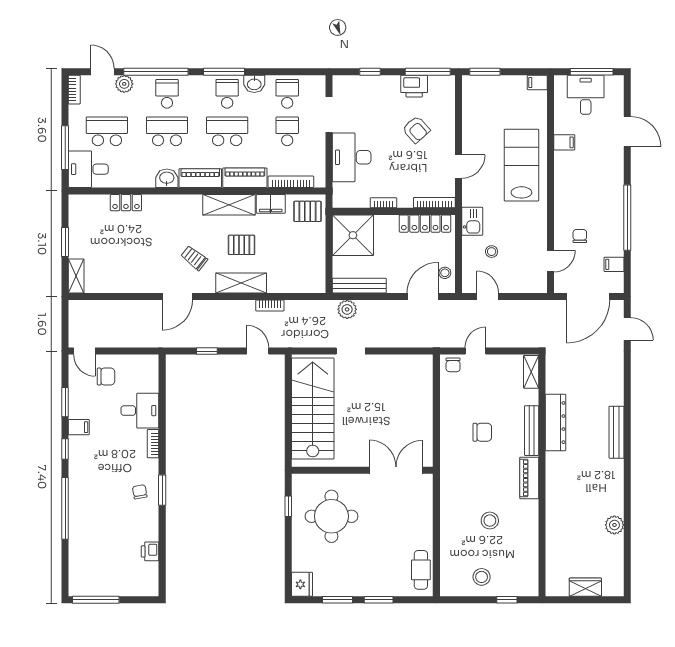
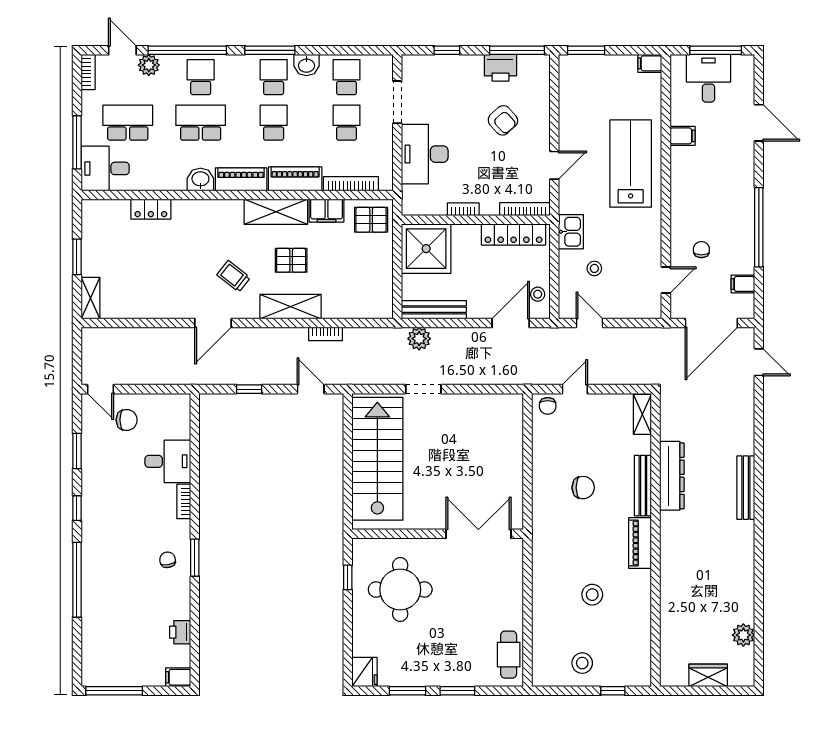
school desk: (227, 131) -> (274, 123), width x0.54
filing cabinet: (79, 427) -> (178, 677), moved, turned 180
plant: (614, 525) -> (743, 635), moved

